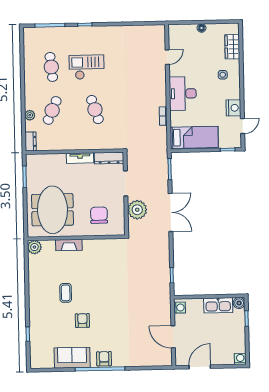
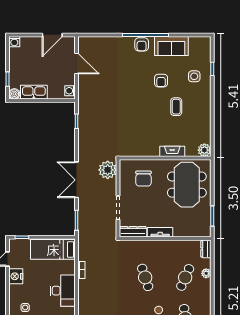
plant: (137, 210) -> (108, 170), moved
side table: (47, 326) -> (194, 76), added

